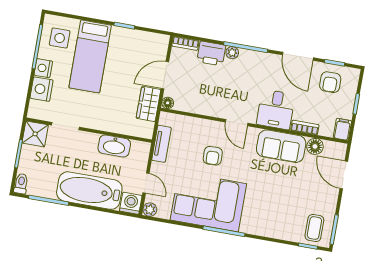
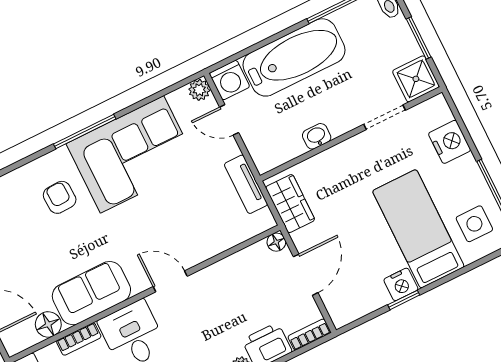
nightstand: (43, 68) -> (401, 284), moved, turned 90
wardrobe: (148, 104) -> (290, 204), moved
washbasin: (114, 146) -> (317, 136), width x0.52, depth x0.69
armchair: (213, 156) -> (60, 197), moved

